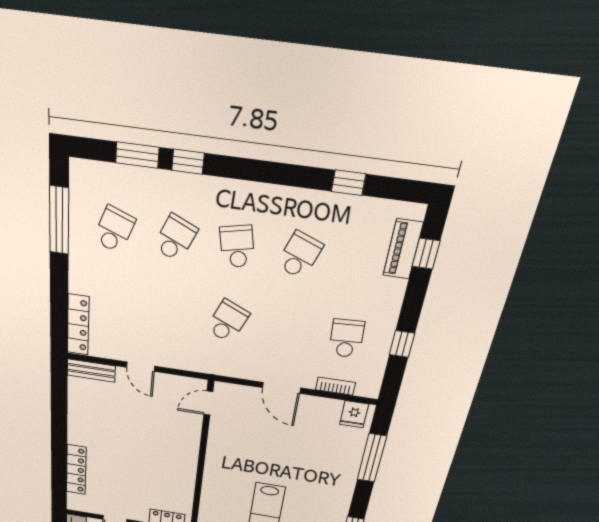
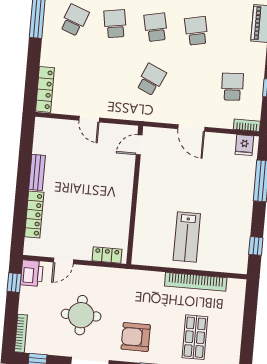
school desk: (175, 238) -> (115, 24), turned -33
school desk: (300, 255) -> (196, 31), turned -33
bench: (91, 371) -> (37, 172), moved, turned 90
bookcase: (335, 386) -> (247, 125), moved

